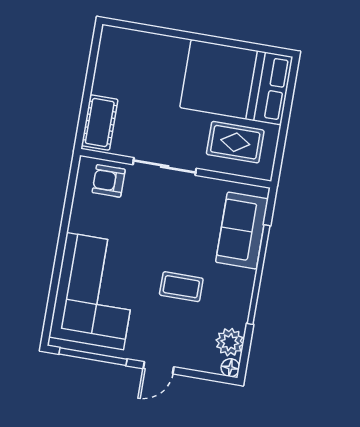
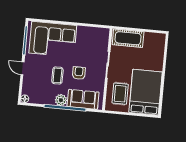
cot: (100, 123) -> (128, 38), width x1.37, depth x1.34
armchair: (109, 181) -> (79, 73), moved
plant: (230, 342) -> (61, 100), moved

